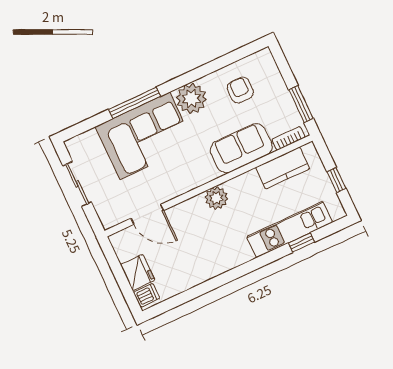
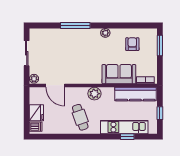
plant: (191, 99) -> (105, 33), width x0.53, depth x0.53
window: (301, 104) -> (160, 45), moved
corner sofa: (145, 136) -> (73, 45), removed
kitchen counter: (283, 168) -> (135, 94), width x1.50
plant: (108, 220) -> (34, 79), added
cafe table: (211, 247) -> (80, 117), added

